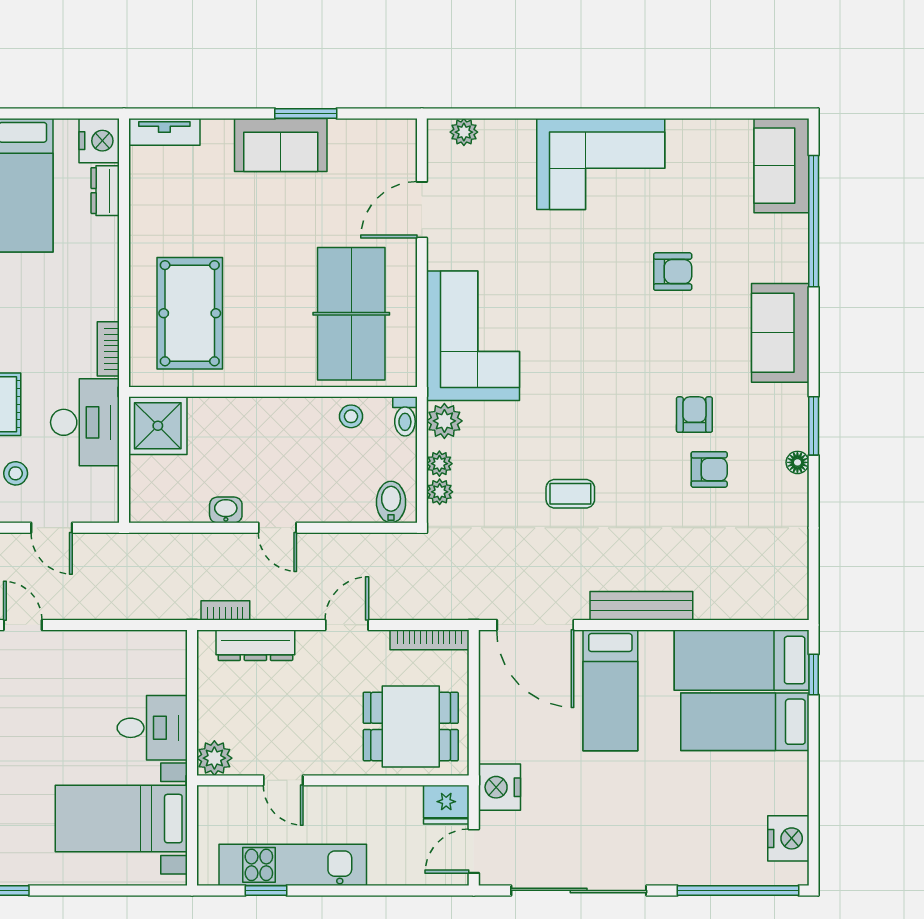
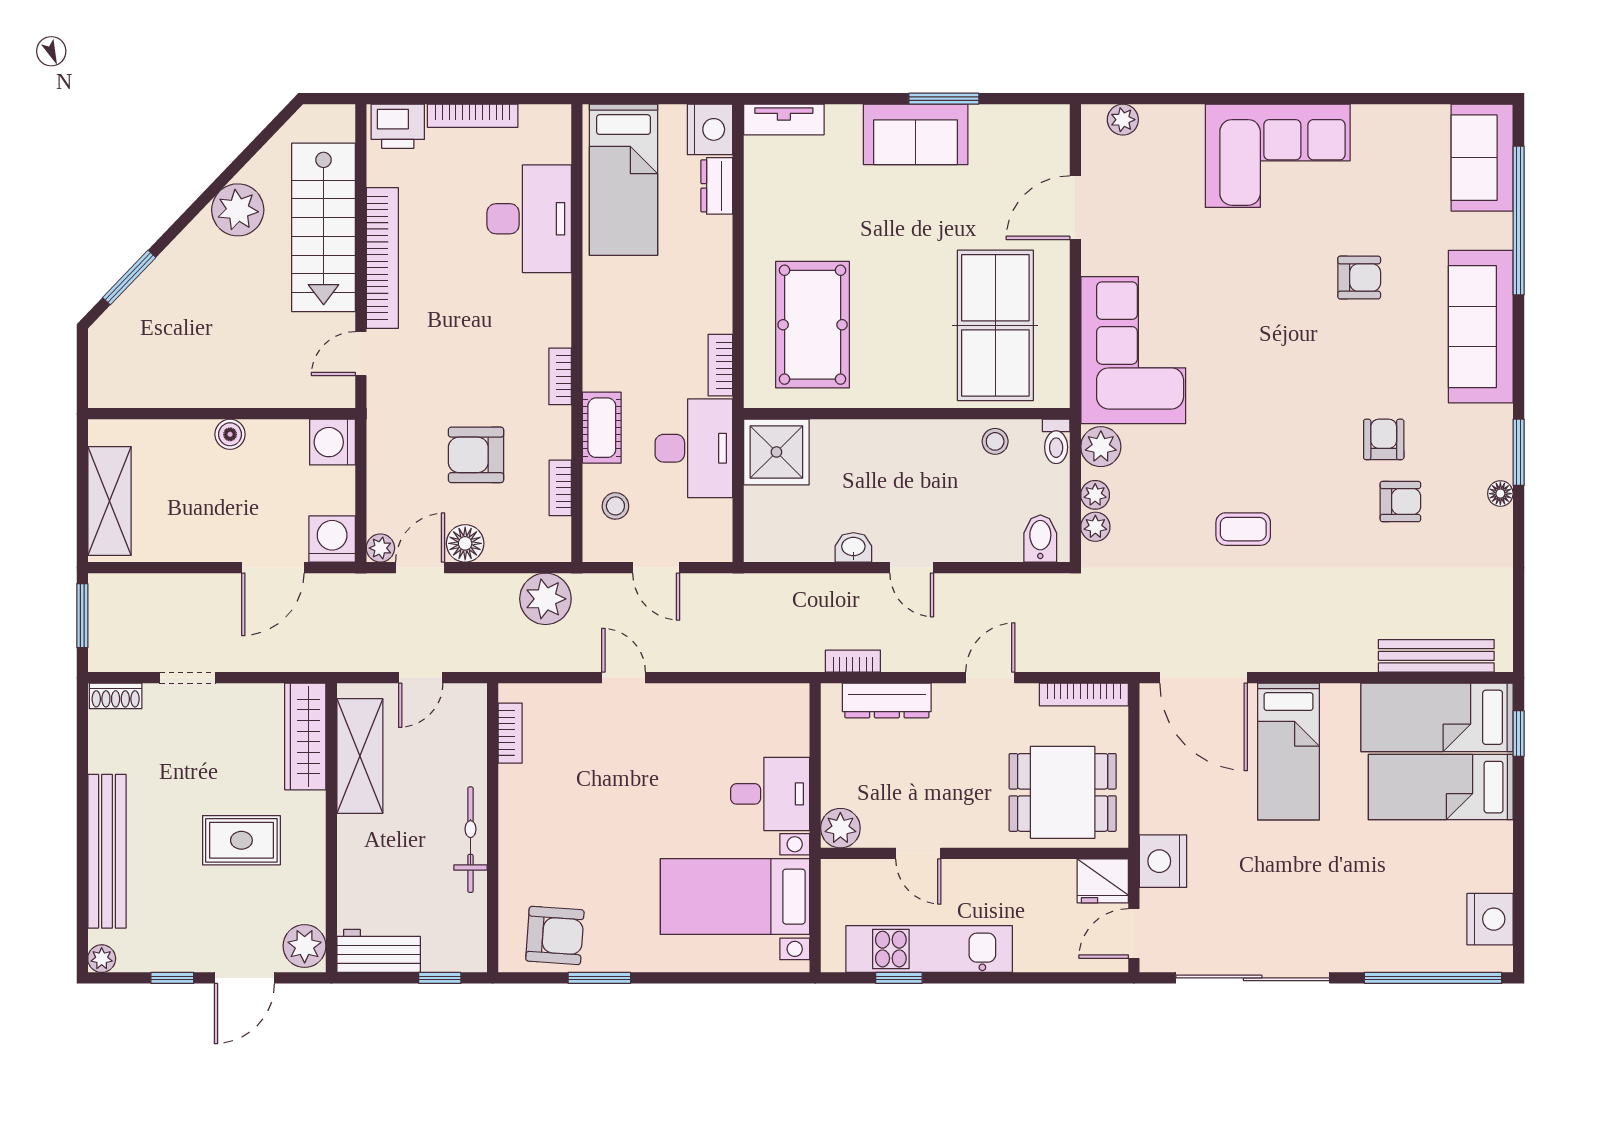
sofa: (780, 333) -> (1481, 327), width x1.36
bench: (641, 606) -> (1436, 656), moved

